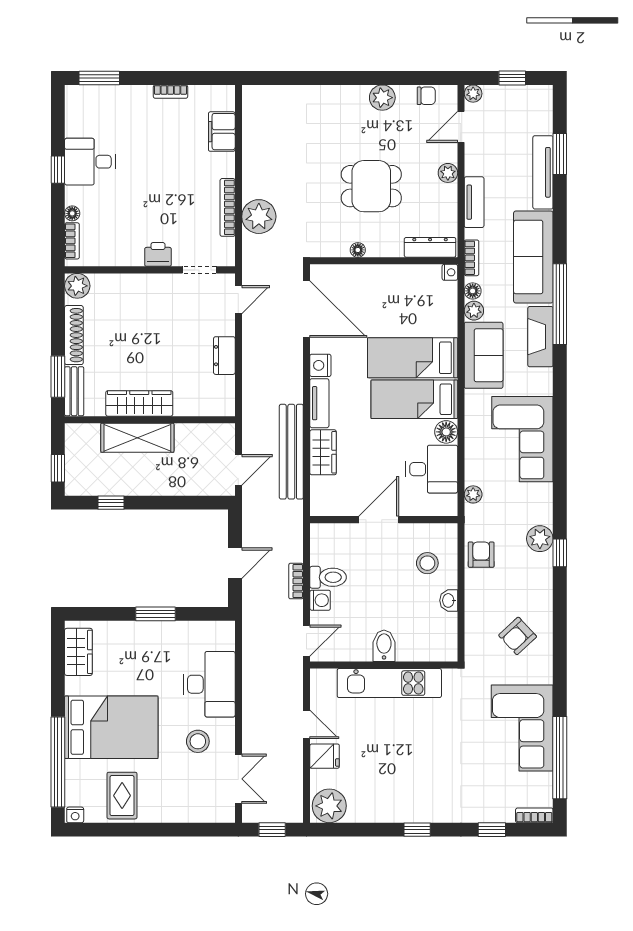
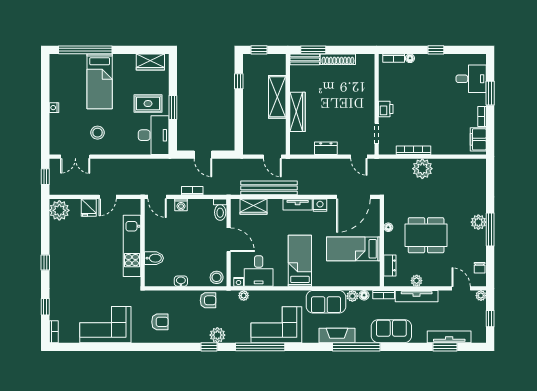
window: (99, 78) -> (490, 93), moved
window: (362, 78) -> (490, 230), added
plant: (382, 98) -> (478, 222), moved
filing cabinet: (222, 132) -> (478, 139), moved, turned -90
desk: (90, 162) -> (471, 79), moved, turned 90
tv unit: (543, 172) -> (449, 337), moved
plant: (448, 173) -> (417, 281), moved
dining table: (371, 186) -> (426, 235), width x1.38
tv unit: (474, 202) -> (417, 296), width x1.41
plant: (259, 217) -> (422, 169), moved
dresser: (430, 247) -> (390, 265), width x0.70
sofa: (533, 257) -> (391, 331), width x0.73
nightstand: (450, 272) -> (239, 282), moved
plant: (77, 286) -> (367, 61), removed
bed: (413, 358) -> (353, 249), moved, turned -90
wardrobe: (139, 403) -> (297, 112), moved
floor lamp: (446, 432) -> (281, 280), removed
wardrobe: (323, 452) -> (254, 207), moved
door: (238, 470) -> (272, 157), moved
stool: (427, 563) -> (217, 277), moved
toilet: (328, 577) -> (220, 210), moved
armchair: (518, 636) -> (160, 322), turned 133
bidet: (384, 646) -> (154, 258), moved
desk: (209, 684) -> (154, 135), moved, turned -90
bed: (111, 727) -> (100, 81), width x0.67
window: (560, 758) -> (260, 347), moved
rug: (122, 796) -> (148, 104), moved
nightstand: (75, 815) -> (54, 108), moved

